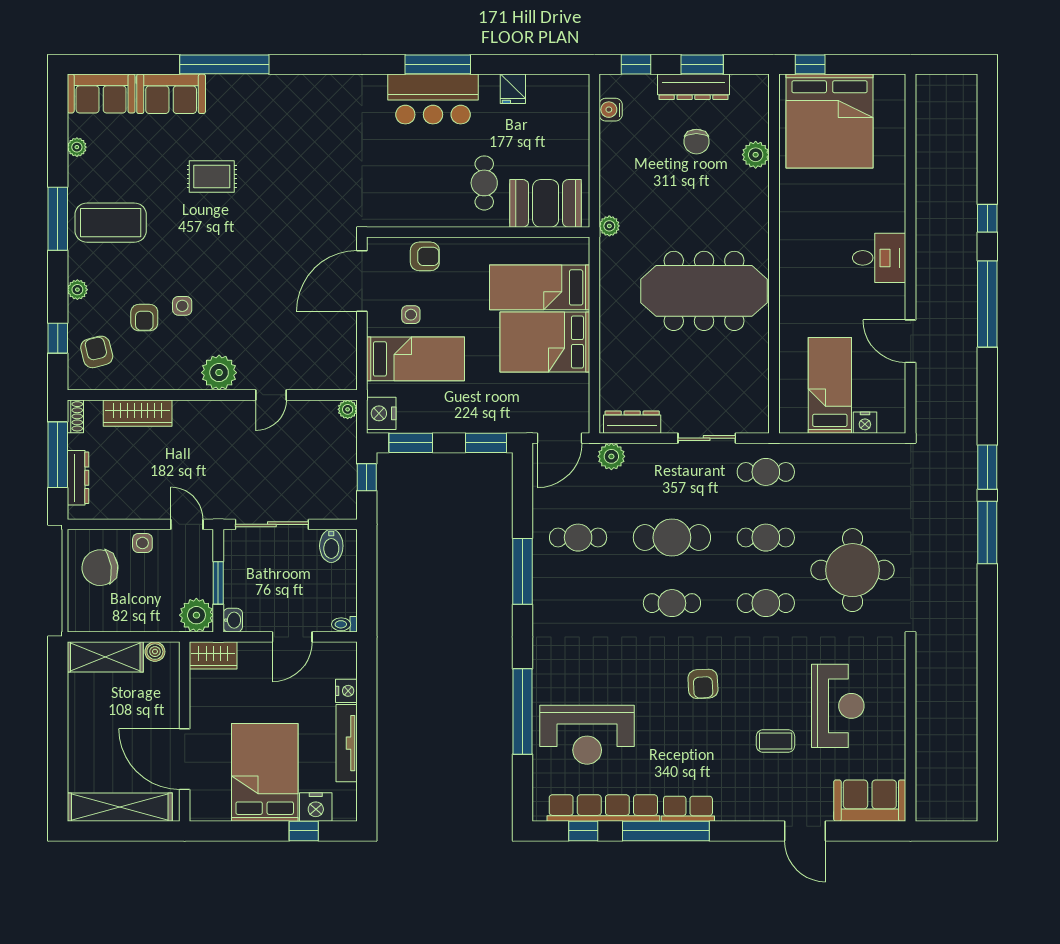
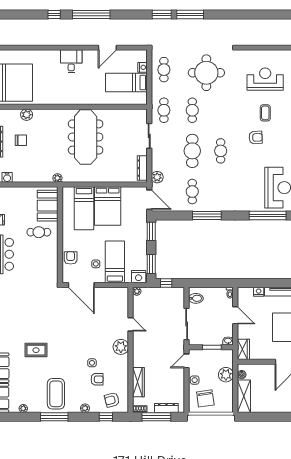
rug: (212, 176) -> (36, 350), turned 90
cafe table: (766, 603) -> (164, 70), moved
plant: (196, 615) -> (226, 375), moved
coffee table: (776, 741) -> (265, 113), moved

